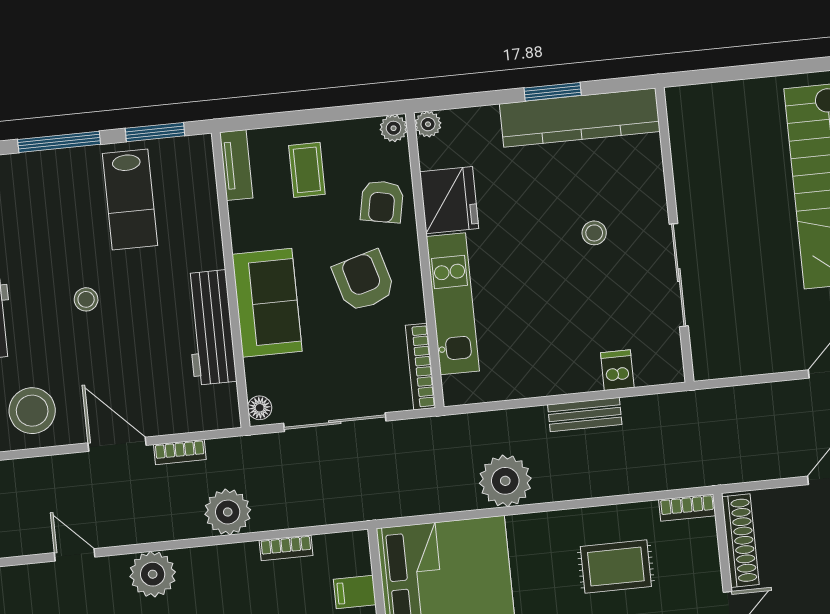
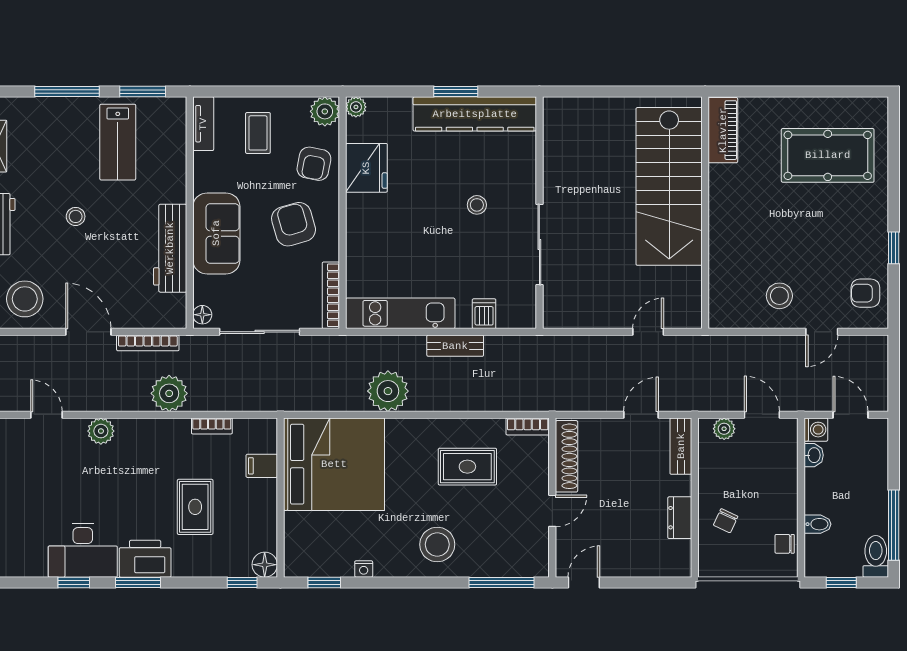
plant: (394, 128) -> (325, 111), width x1.38, depth x1.38
kitchen unit: (453, 304) -> (400, 313), moved, turned -90
bookcase: (180, 452) -> (148, 343), width x1.56
plant: (153, 574) -> (101, 431), width x0.73, depth x0.73

